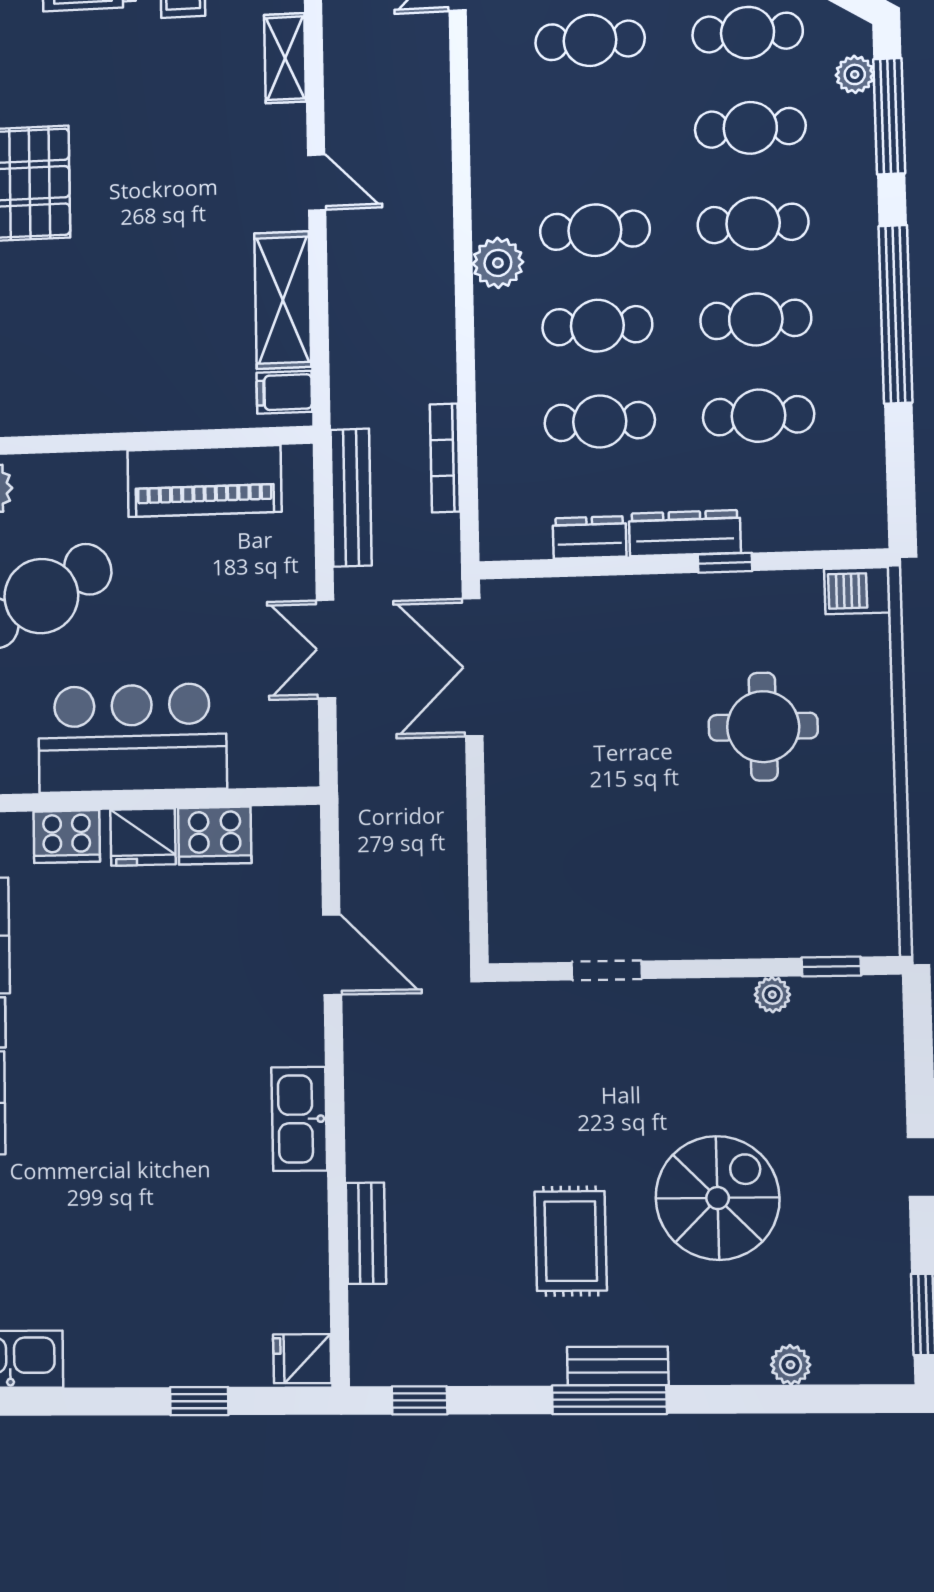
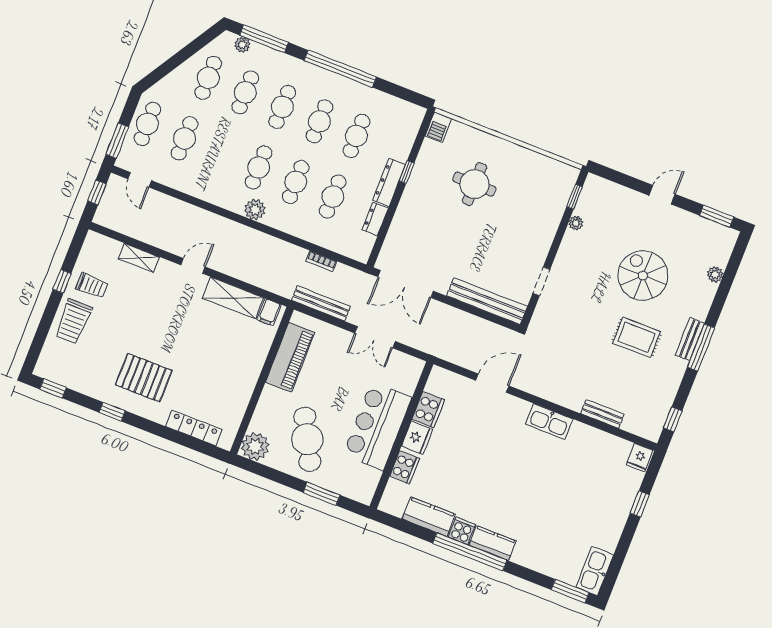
bookcase: (445, 458) -> (321, 261), width x0.64
bench: (510, 866) -> (487, 301), added

